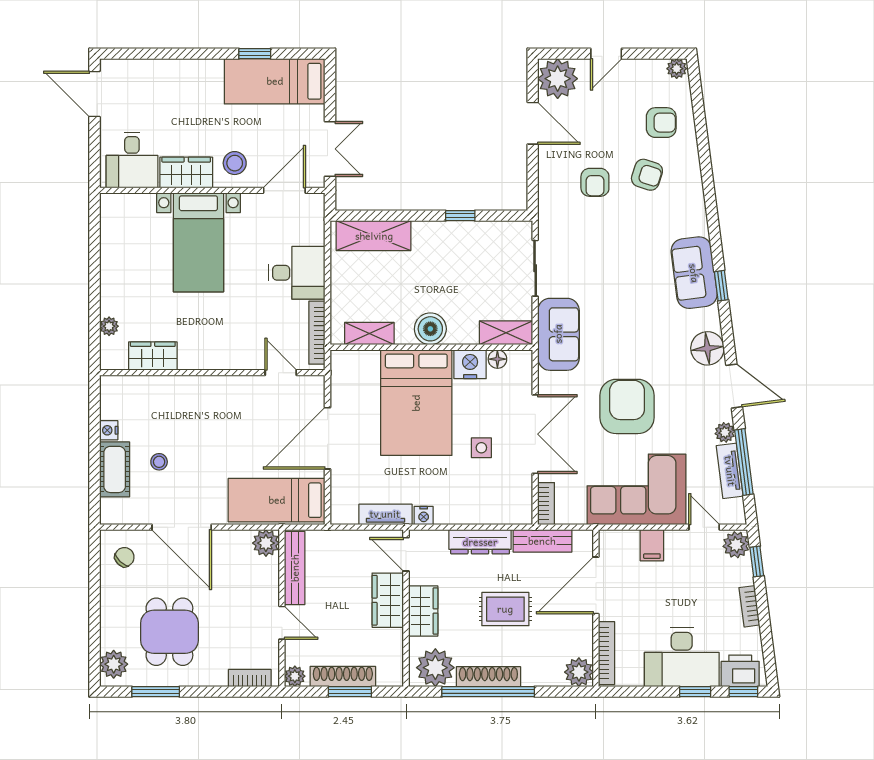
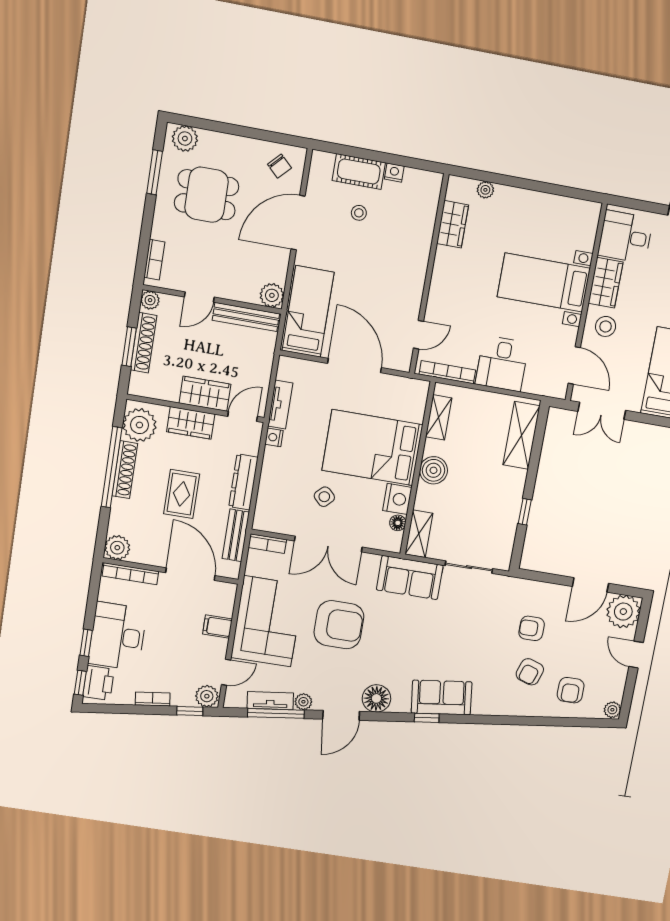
side table: (481, 448) -> (324, 497), turned 45

